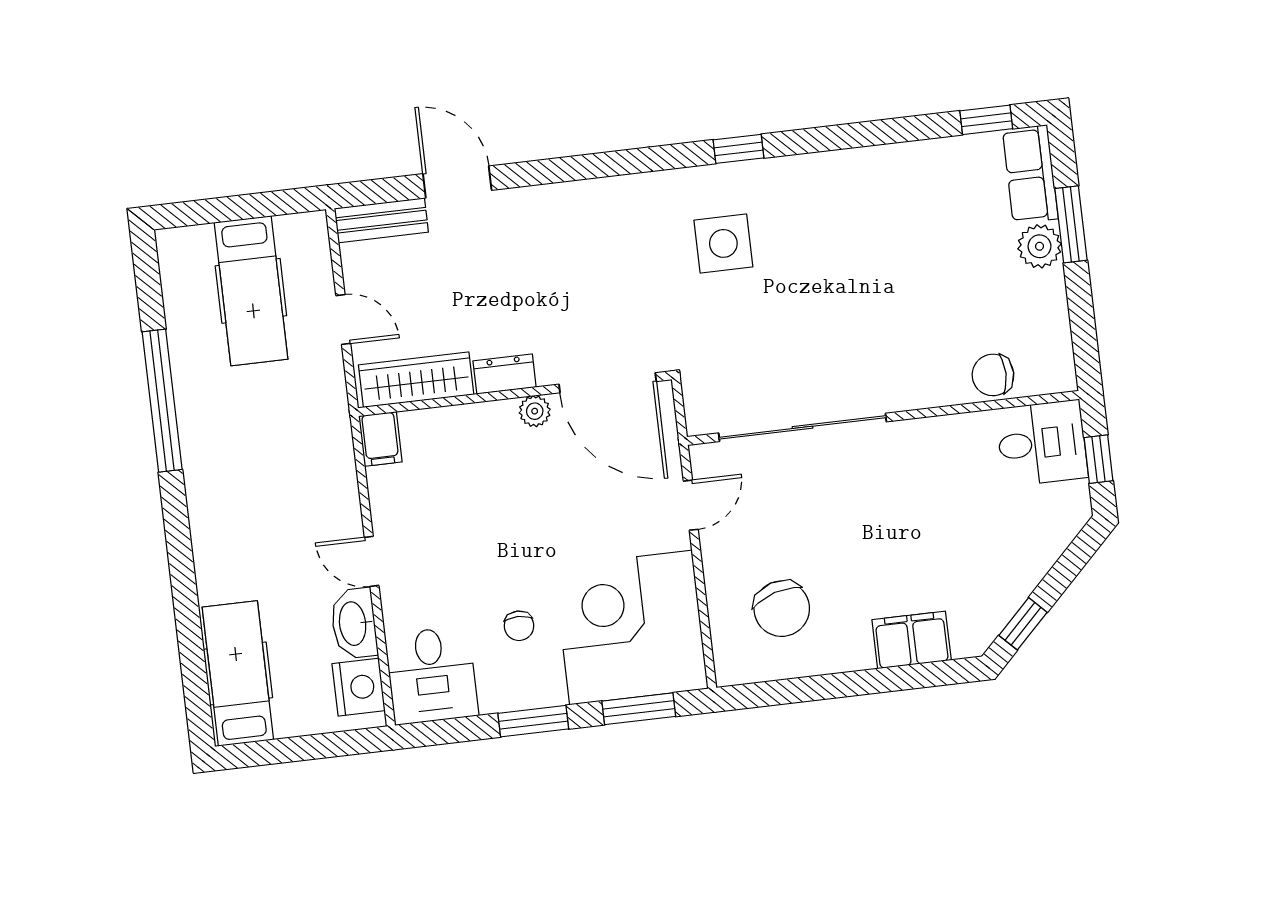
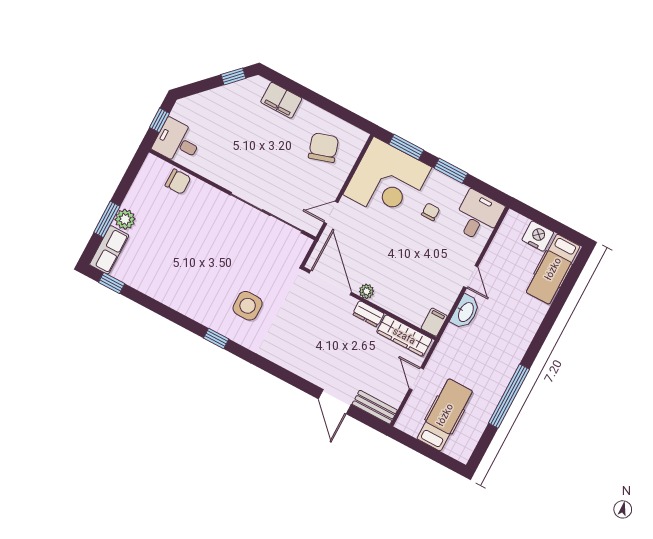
washbasin: (354, 623) -> (465, 312), moved
nightstand: (359, 687) -> (538, 236), moved, turned 90

